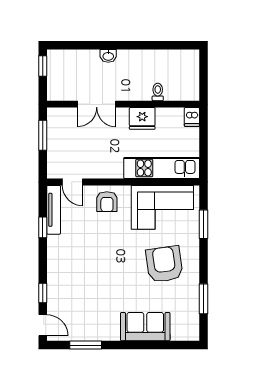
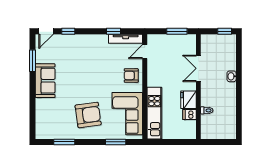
dishwasher: (192, 117) -> (190, 115), moved
sofa: (145, 327) -> (45, 81), moved

